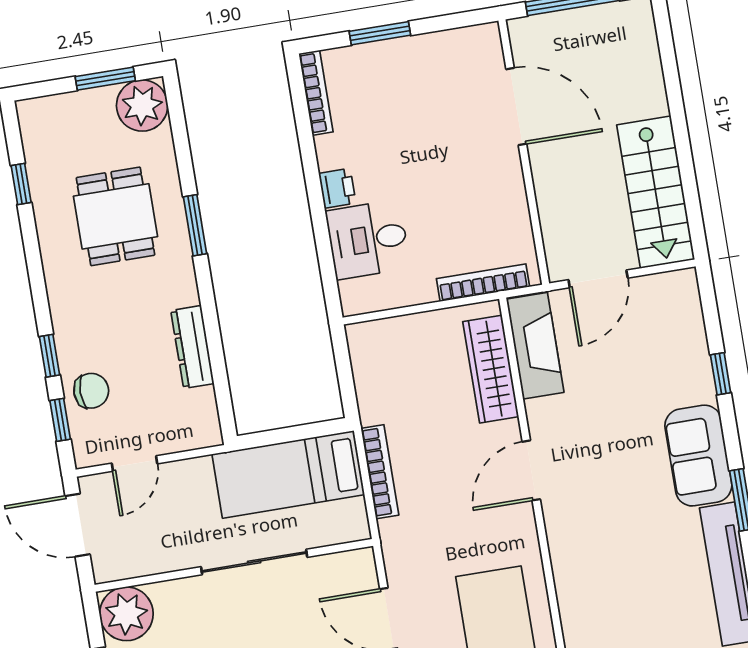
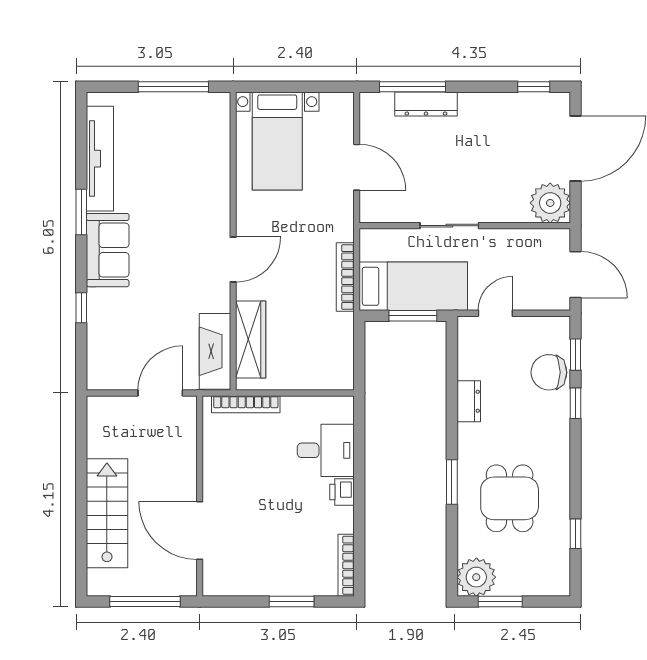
stairs: (656, 192) -> (107, 513), moved
dresser: (192, 347) -> (469, 401), width x0.70
chair: (91, 391) -> (549, 372), width x1.37, depth x1.37
window: (282, 436) -> (413, 316), added
door: (134, 463) -> (495, 313), moved
sliding door: (254, 562) -> (449, 226), width x0.73

